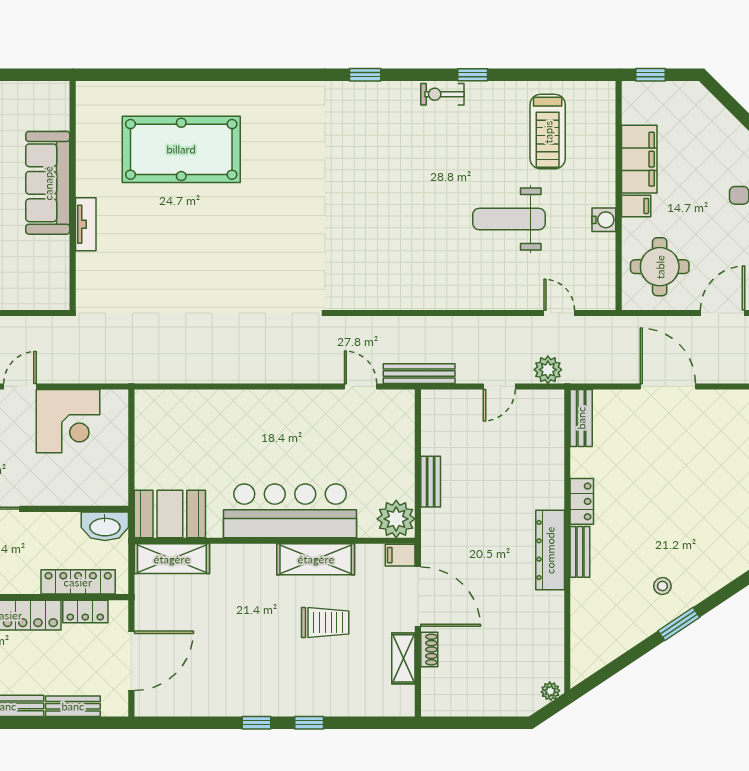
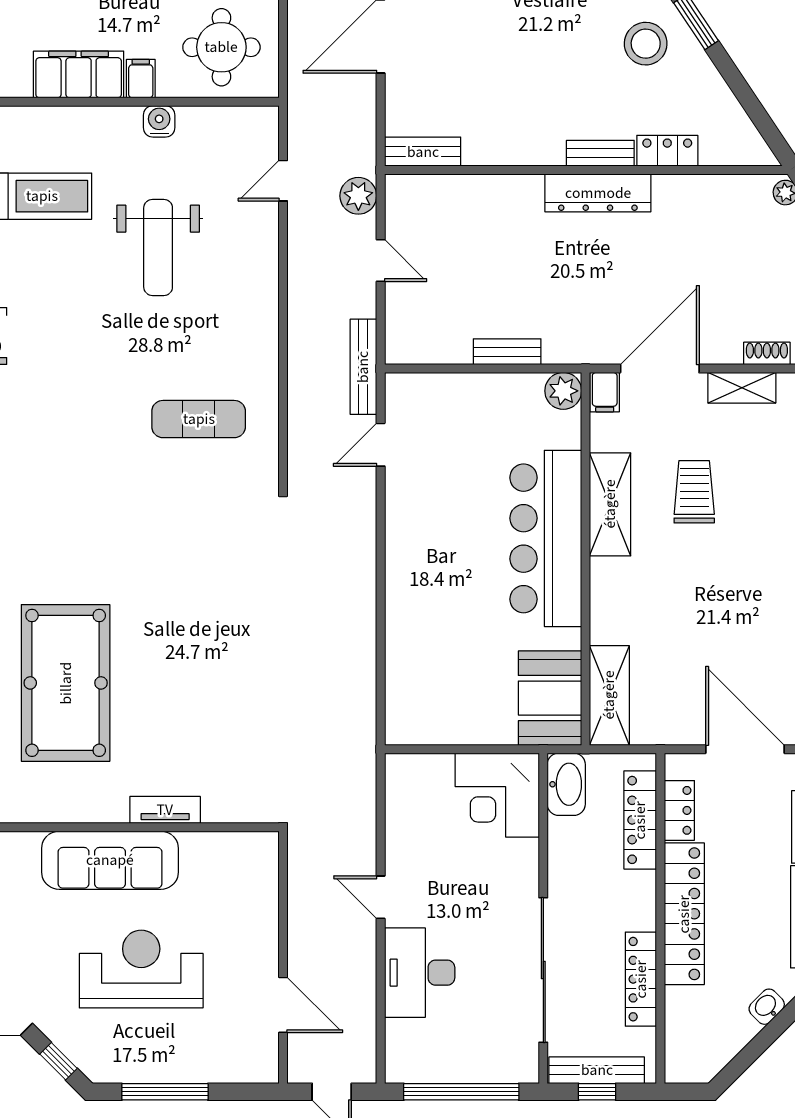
exercise mat: (380, 249) -> (199, 419), added
corner desk: (68, 421) -> (497, 795), moved, turned 180
locker: (582, 501) -> (667, 151), moved
plant: (396, 519) -> (563, 391), width x0.73, depth x0.73
stool: (662, 586) -> (646, 44), width x1.89, depth x1.89
shoe rack: (429, 650) -> (767, 353), moved

